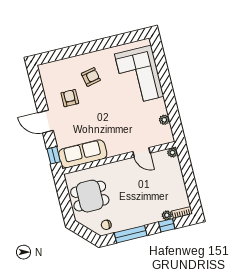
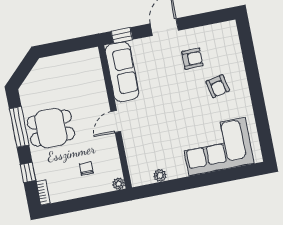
door: (142, 152) -> (116, 121), moved
dining table: (90, 196) -> (51, 128), moved, turned 90
plant: (167, 215) -> (41, 173), removed
chair: (106, 225) -> (86, 169), moved

